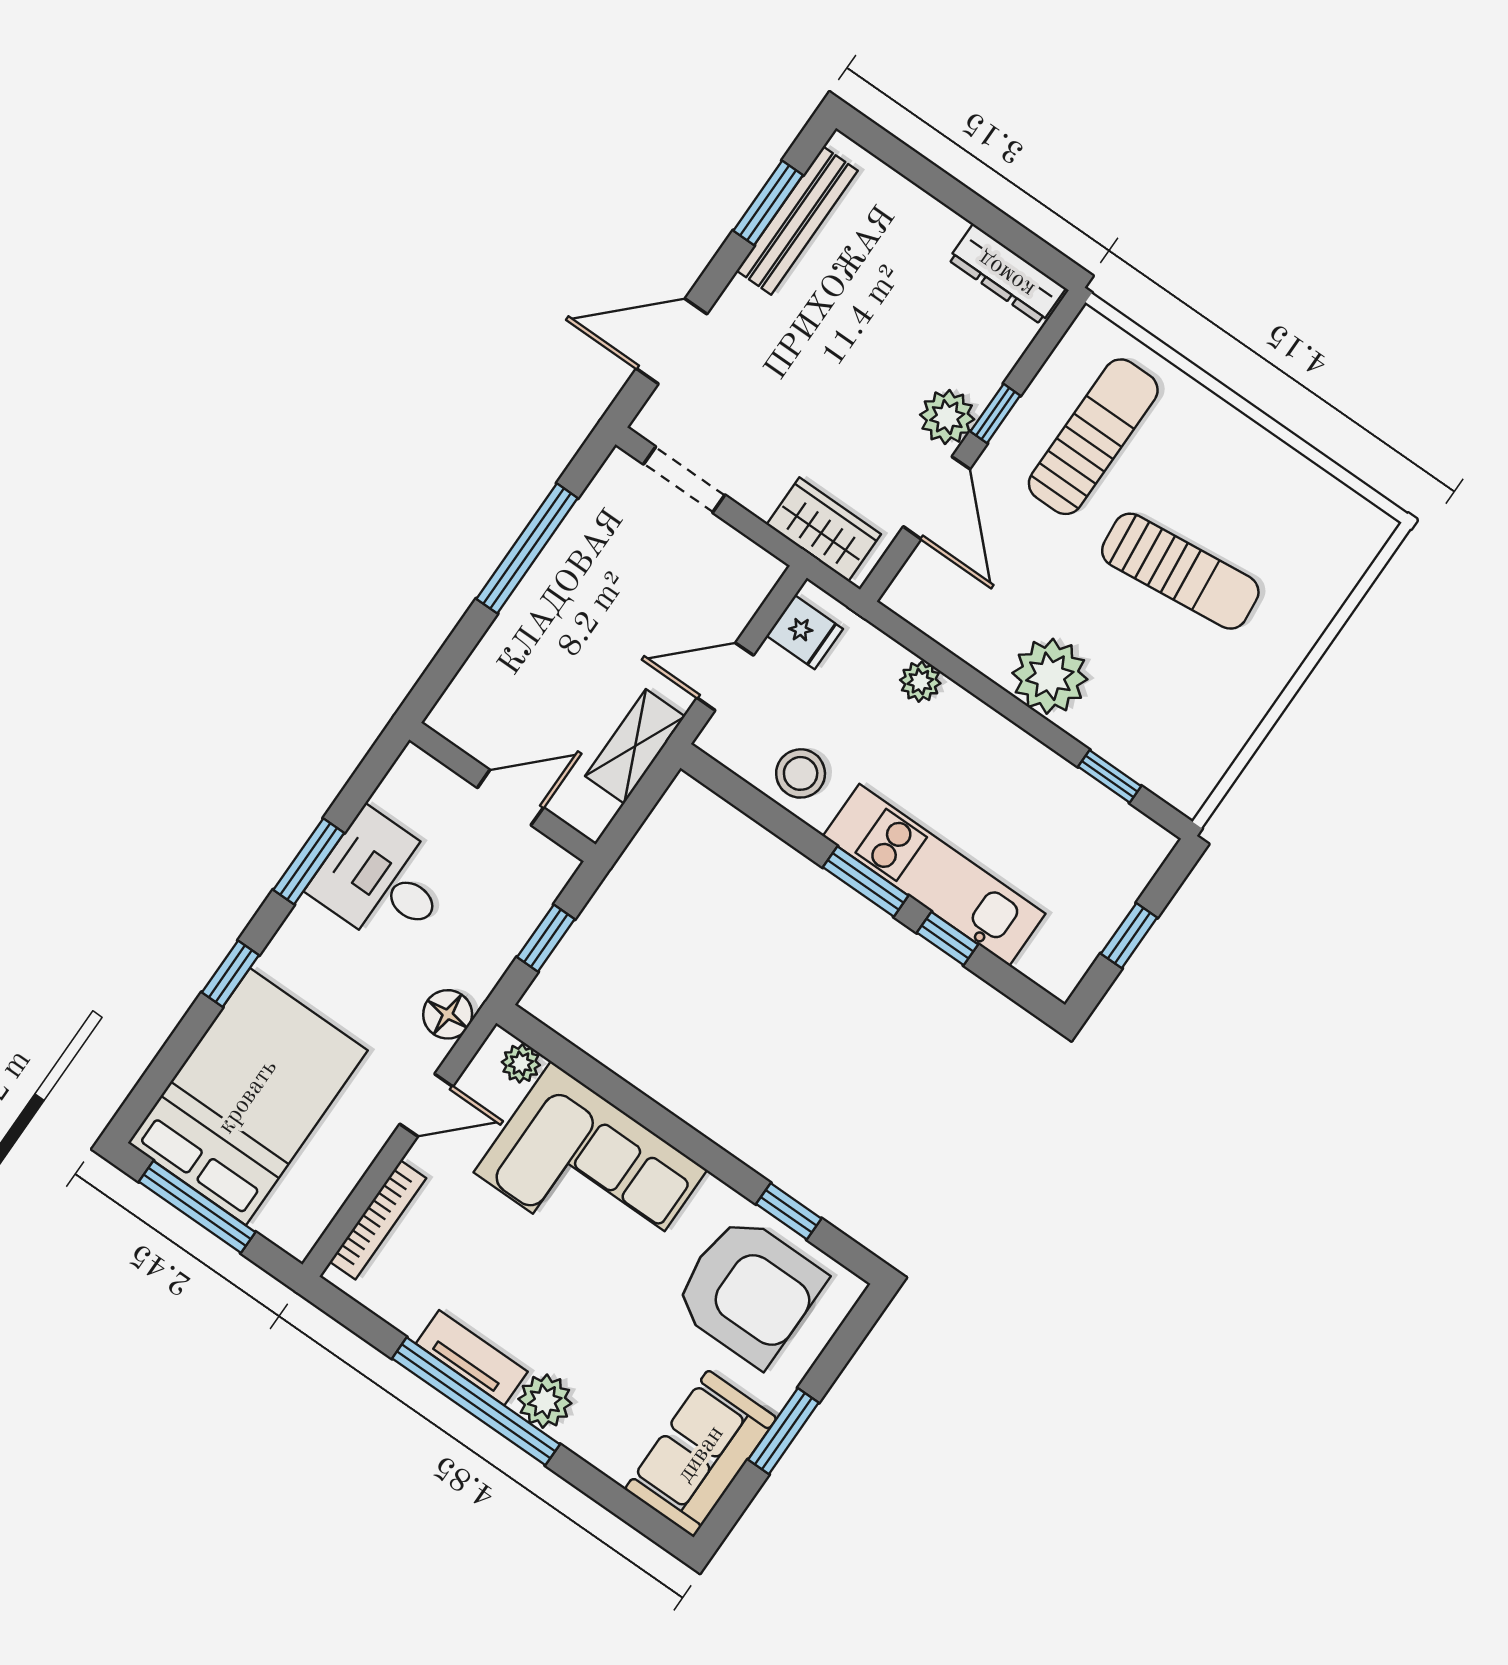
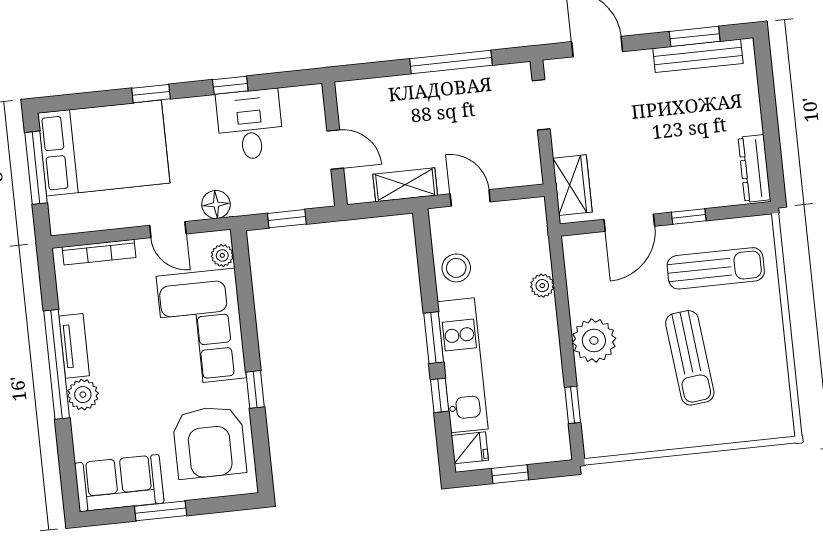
plant: (947, 417) -> (669, 197), removed
fridge: (805, 632) -> (470, 448), moved, turned -90
window: (309, 861) -> (230, 85), width x0.67
window: (789, 1211) -> (255, 389), moved

